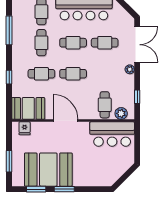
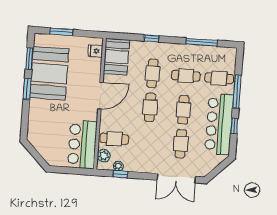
plant: (130, 69) -> (118, 166), moved

